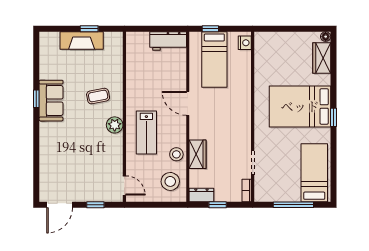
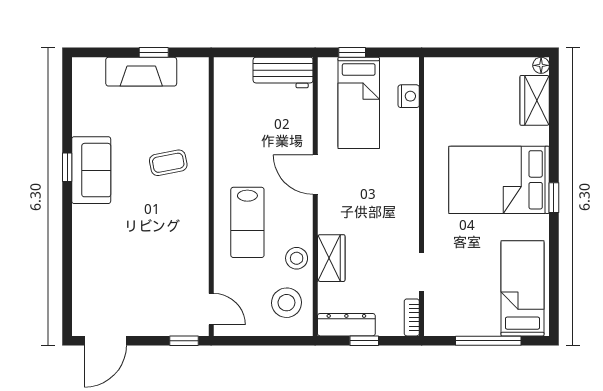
nightstand: (245, 43) -> (409, 96), moved
plant: (115, 125) -> (195, 210), removed
dresser: (201, 195) -> (346, 325), width x1.44
window: (95, 205) -> (184, 341), moved

